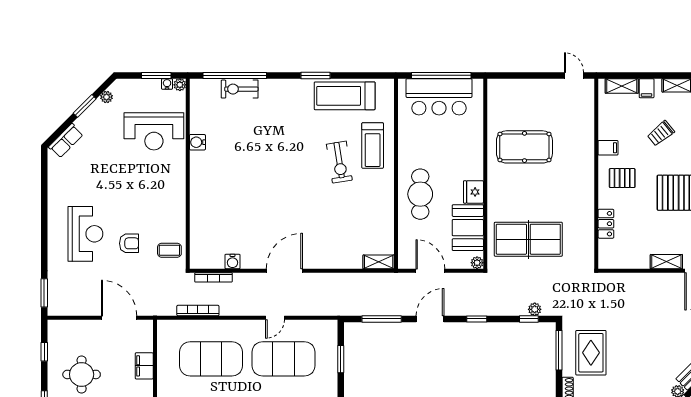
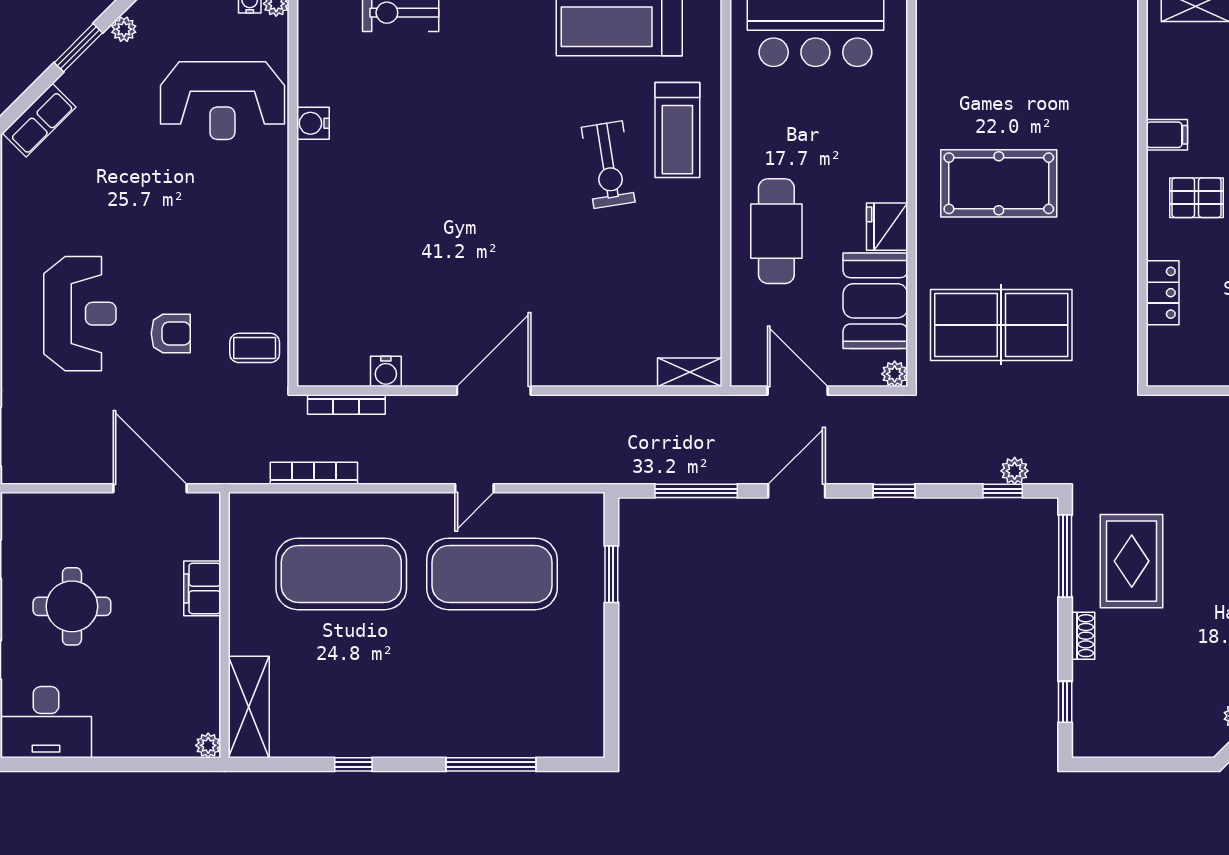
pool table: (524, 147) -> (999, 183), moved

